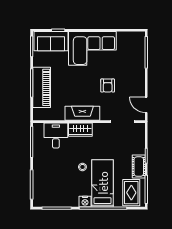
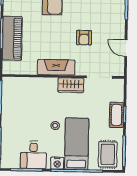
door: (146, 105) -> (126, 48), moved
wardrobe: (80, 130) -> (71, 85), moved
desk: (56, 135) -> (33, 155), moved, turned 180
cot: (139, 167) -> (117, 115), moved

